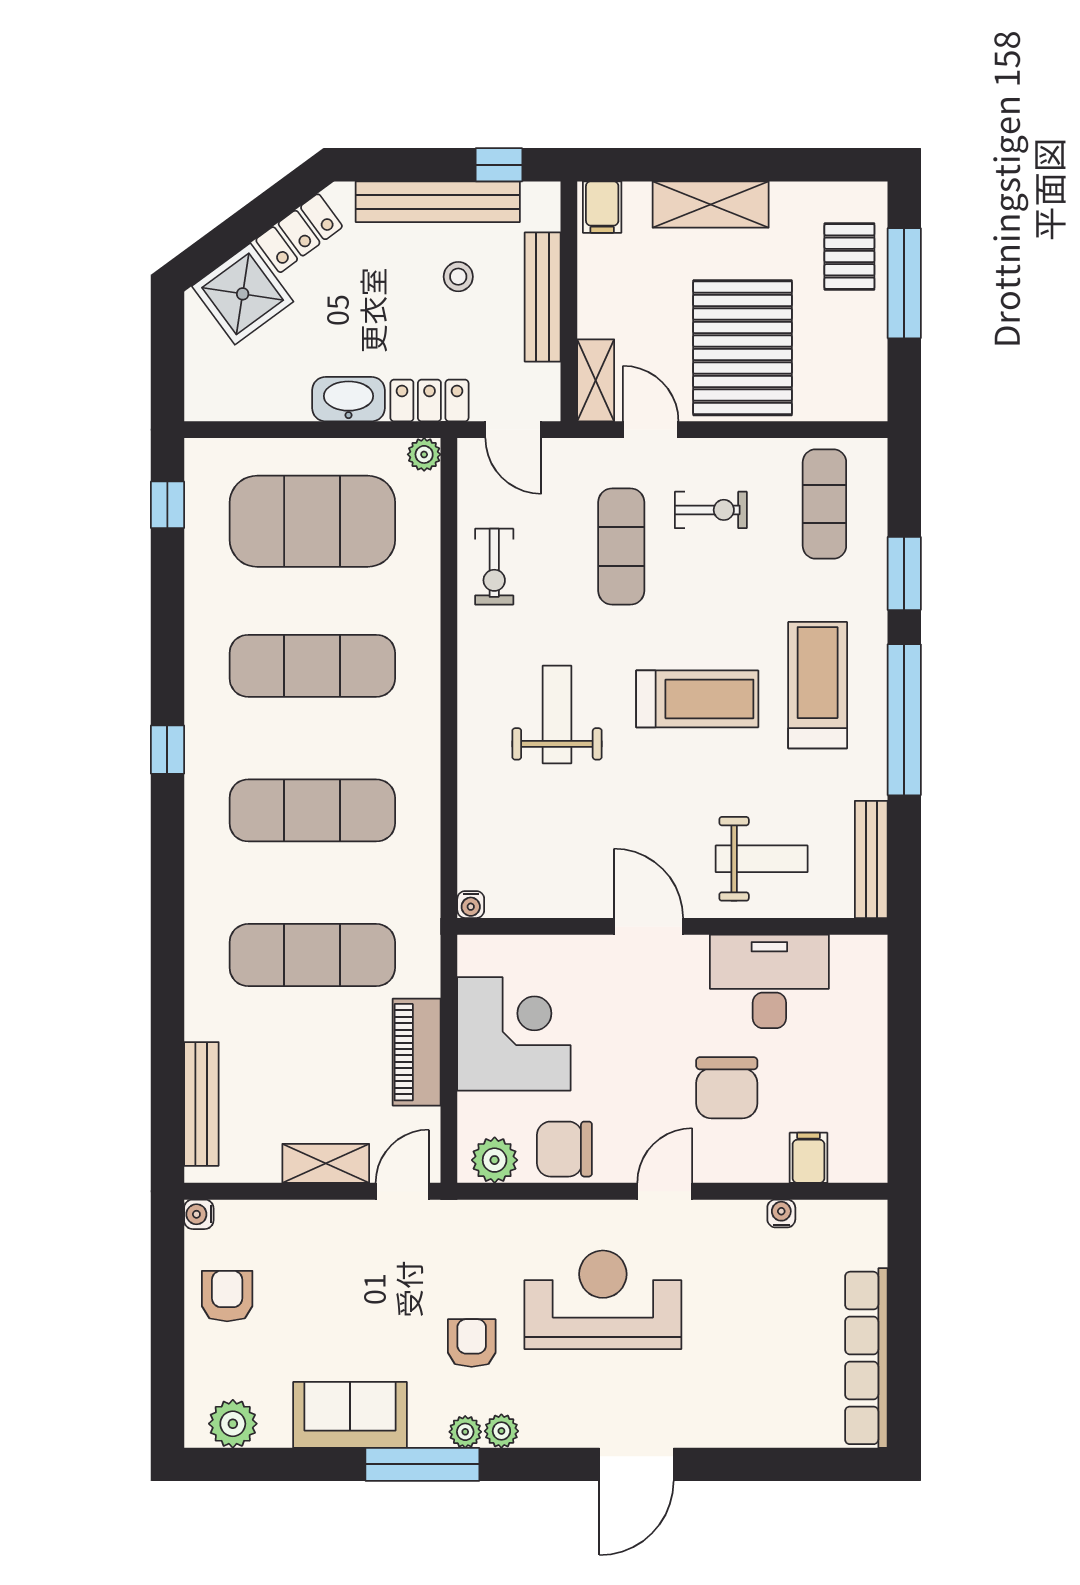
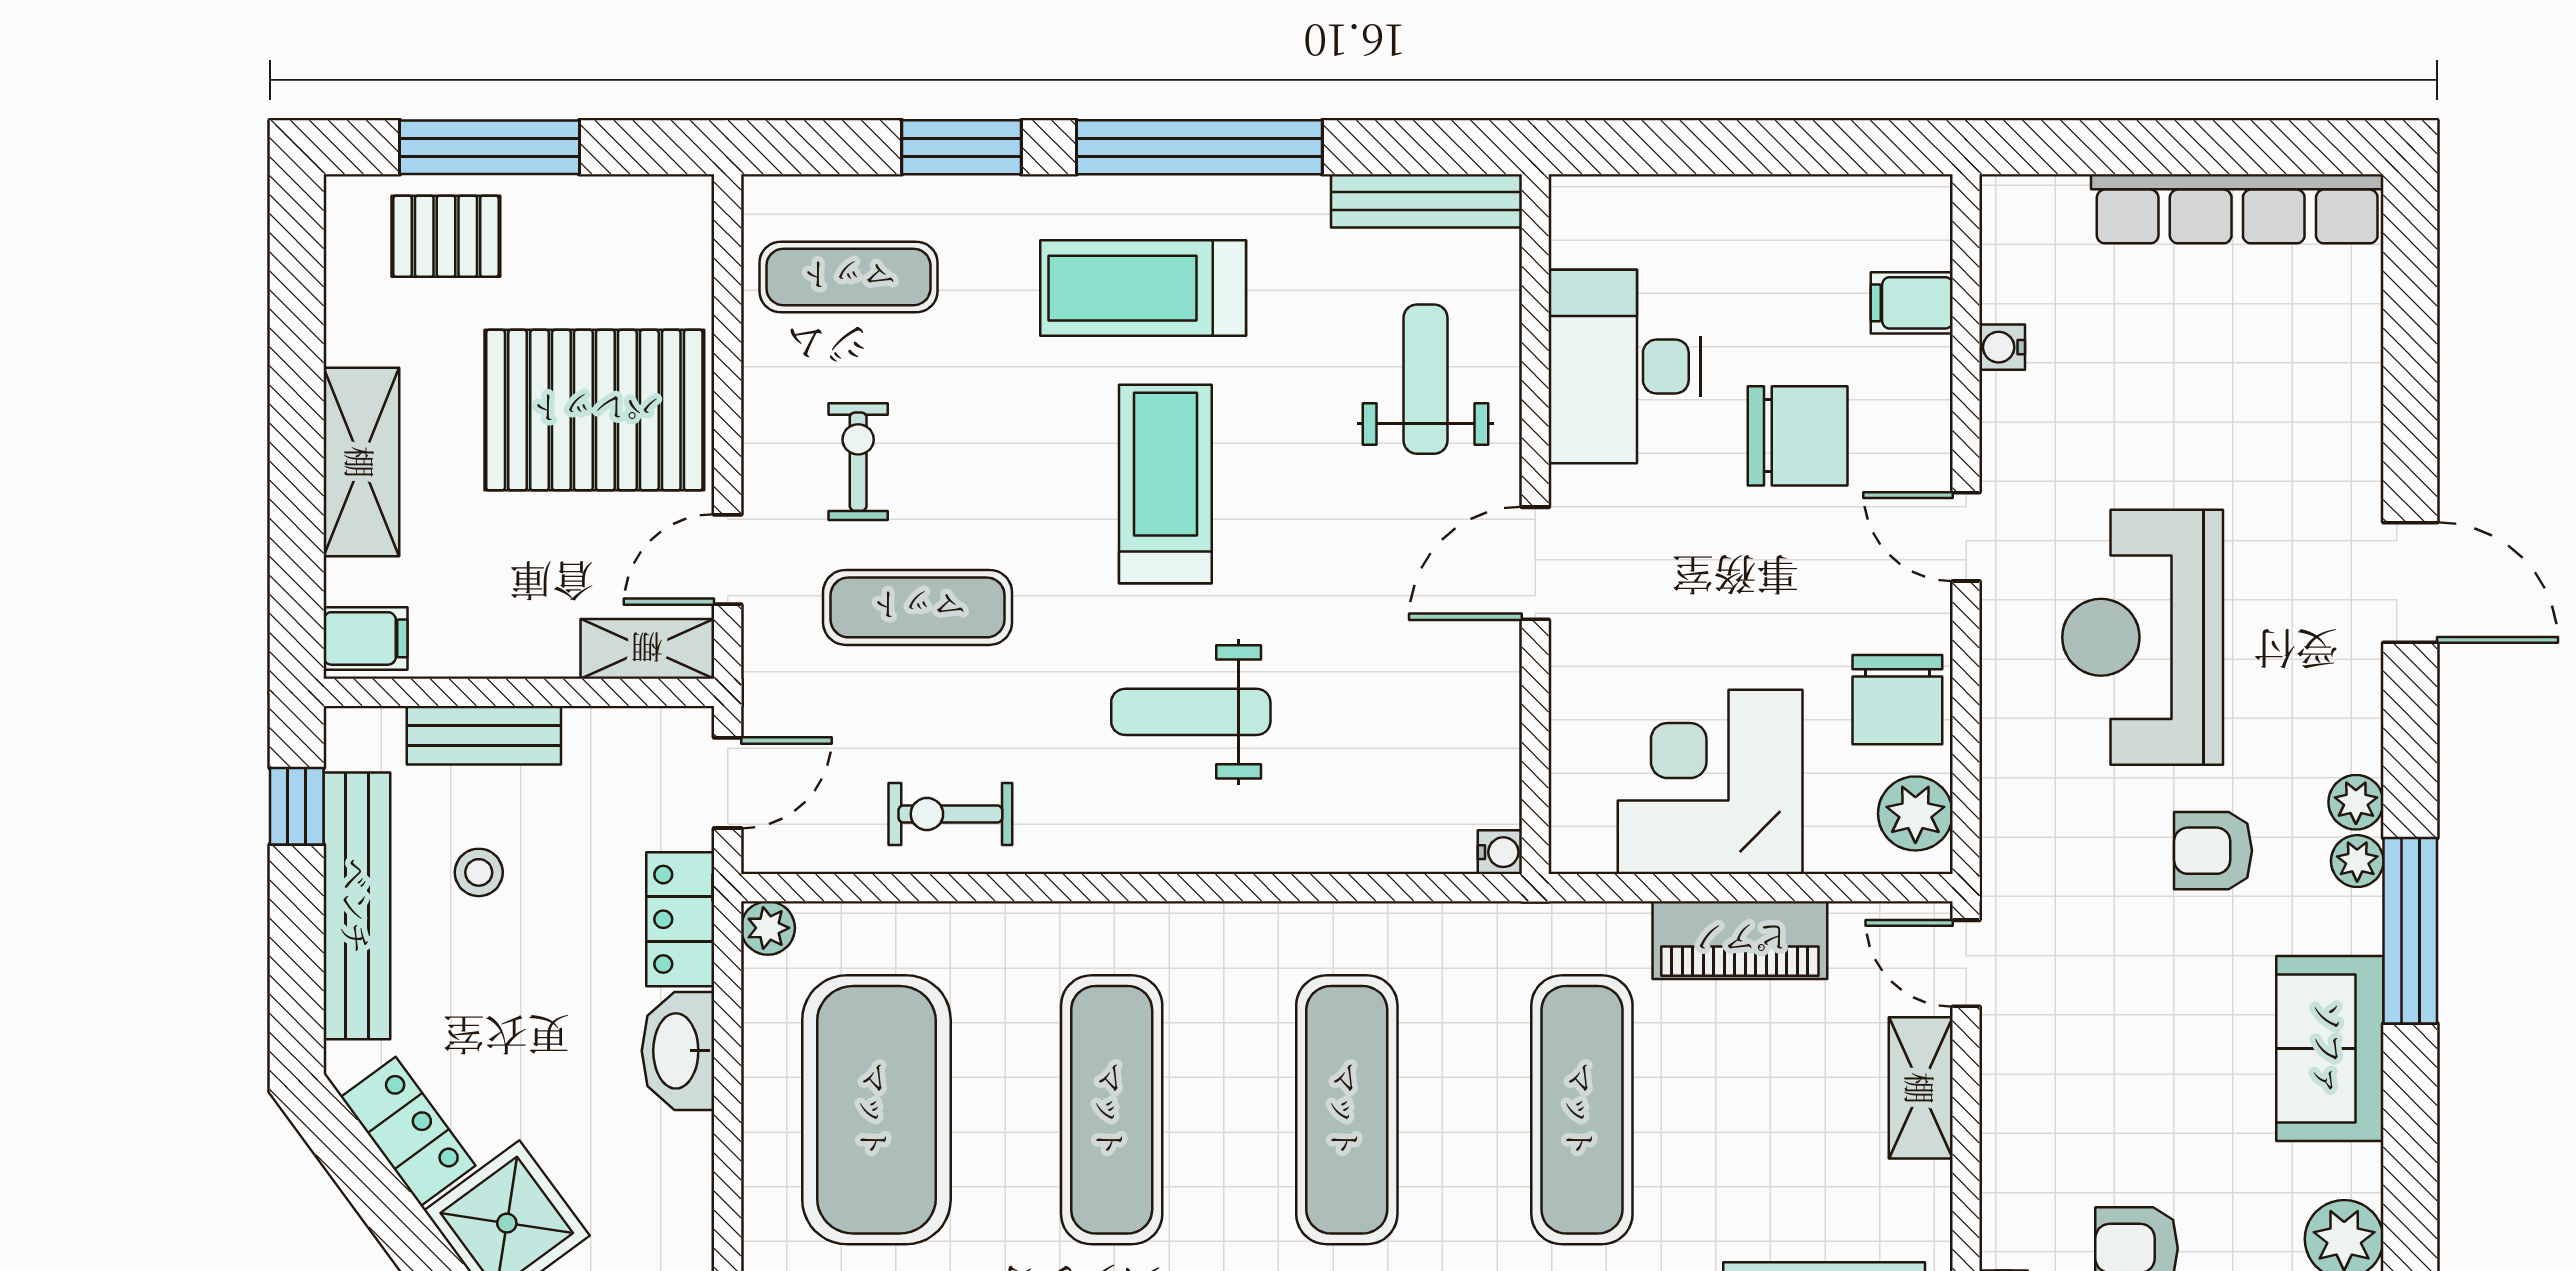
bench: (543, 297) -> (484, 735), width x0.73
exercise bike: (494, 567) -> (950, 814), turned 180

